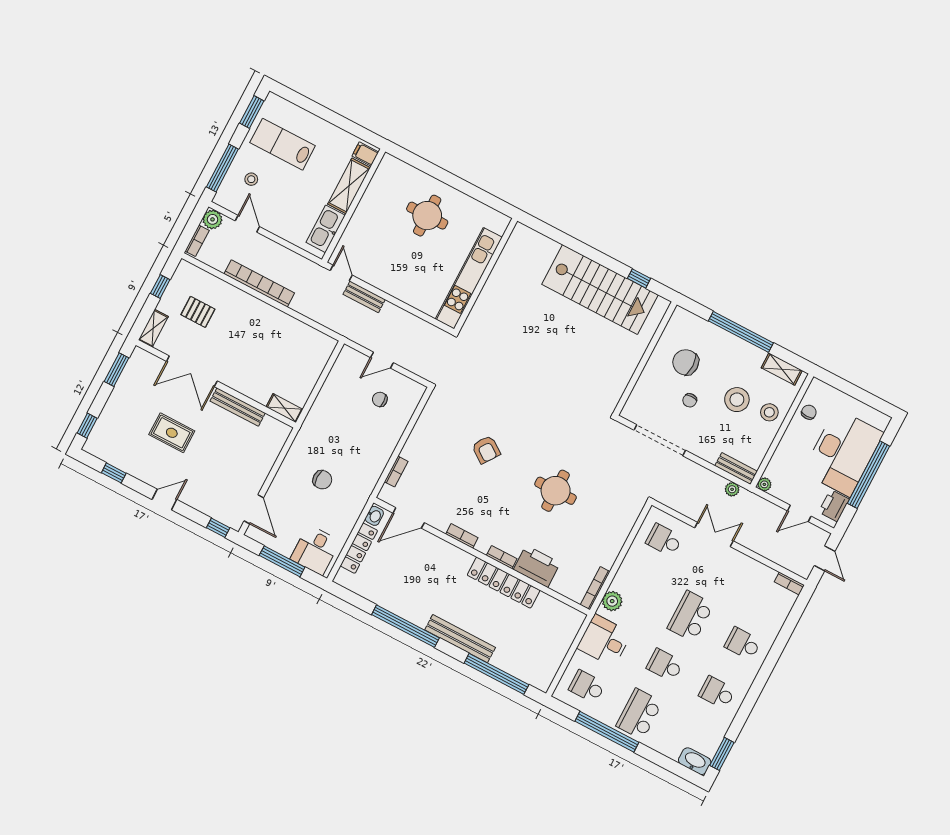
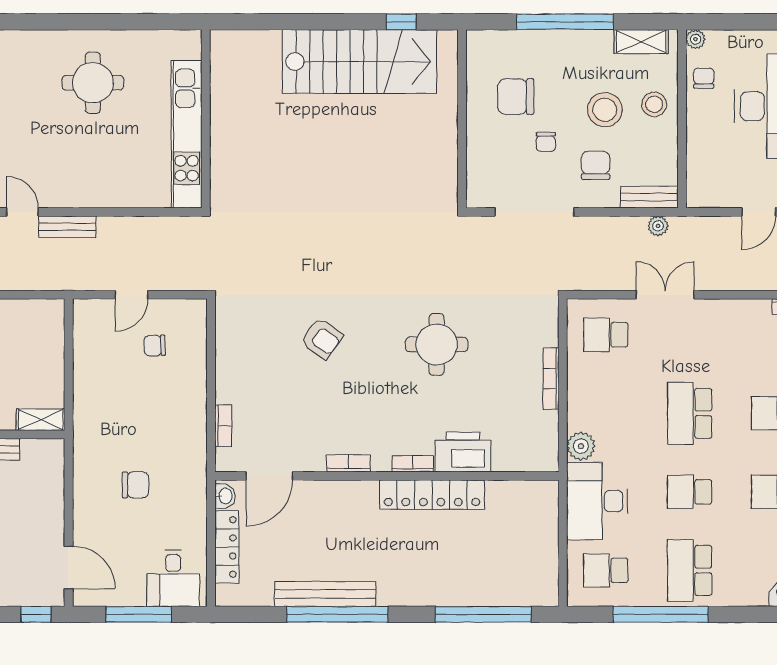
chair: (713, 431) -> (596, 165), added
plant: (764, 484) -> (695, 39), moved
bookcase: (595, 588) -> (551, 379), moved
bench: (460, 639) -> (325, 594), moved
desk: (604, 641) -> (597, 501), width x1.37

